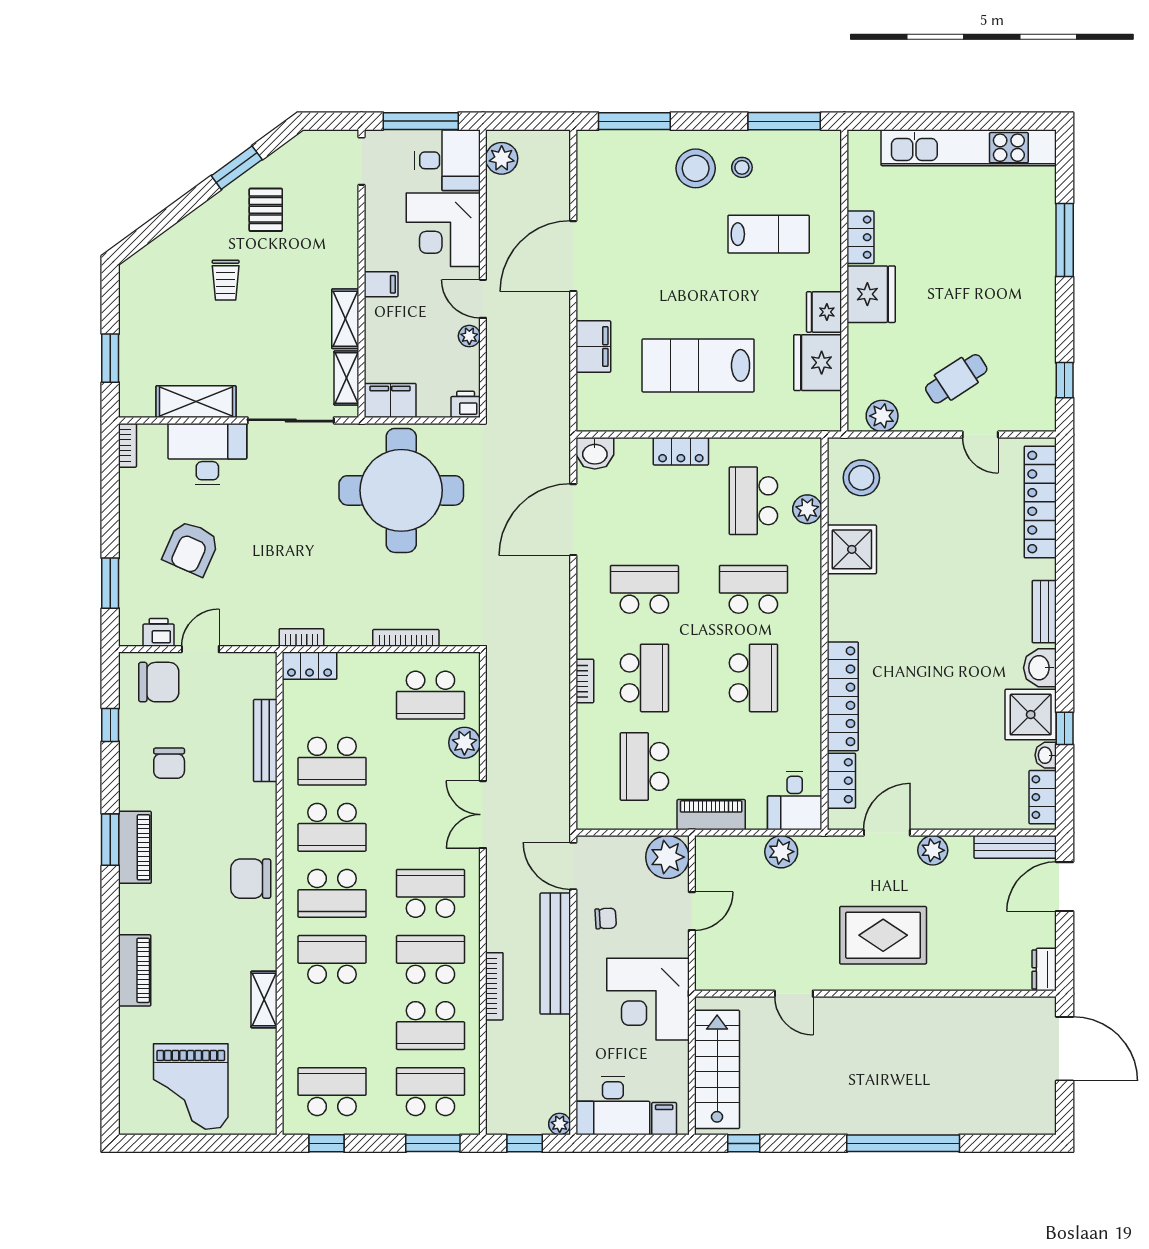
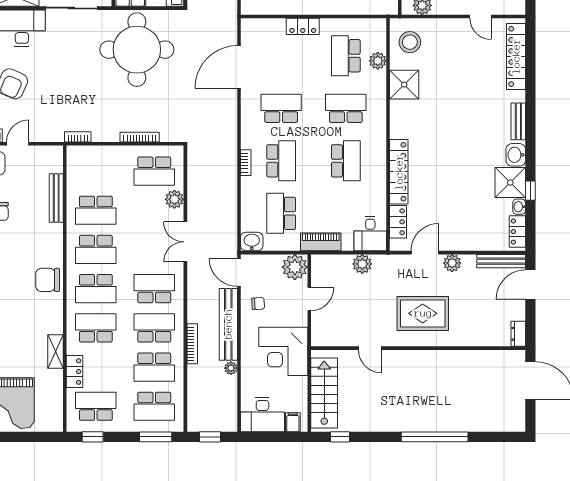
washbasin: (595, 453) -> (252, 242), moved, turned 180
locker: (310, 666) -> (75, 372), moved, turned -90
school desk: (430, 1092) -> (154, 406), turned 180
plant: (560, 1124) -> (231, 368), moved

